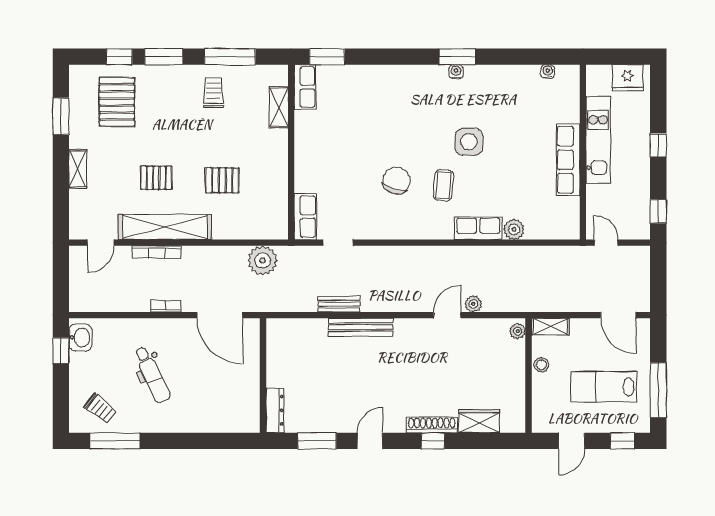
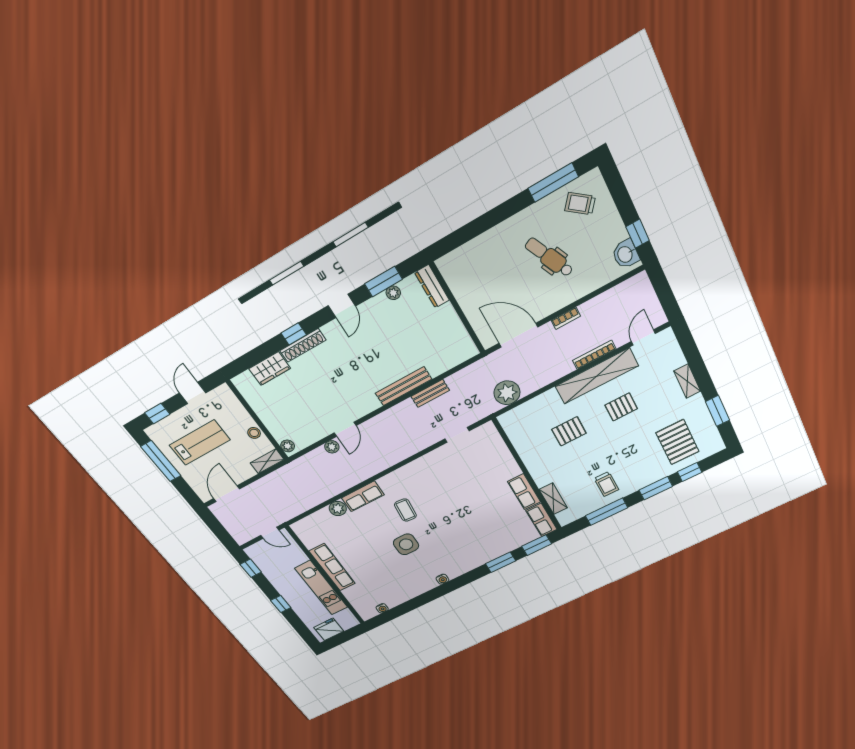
window: (457, 57) -> (501, 562), moved
chair: (396, 181) -> (440, 496), removed
row of seats: (305, 217) -> (524, 492), moved
door: (618, 315) -> (227, 494), hinge flipped
plant: (314, 425) -> (393, 293), added

